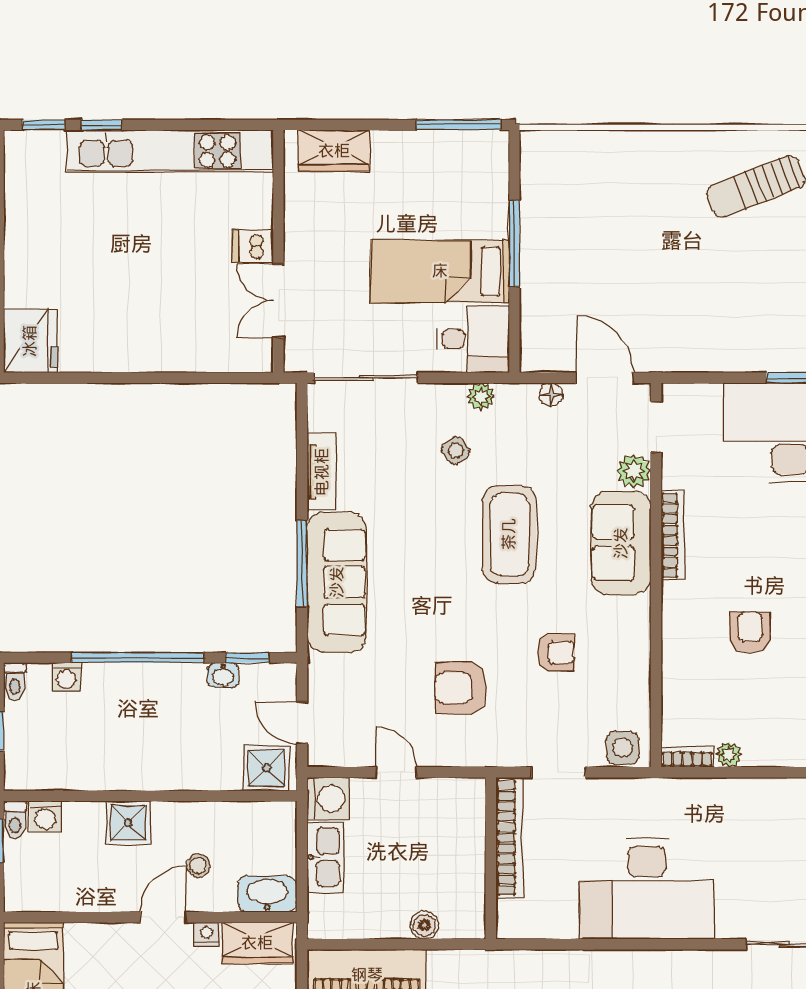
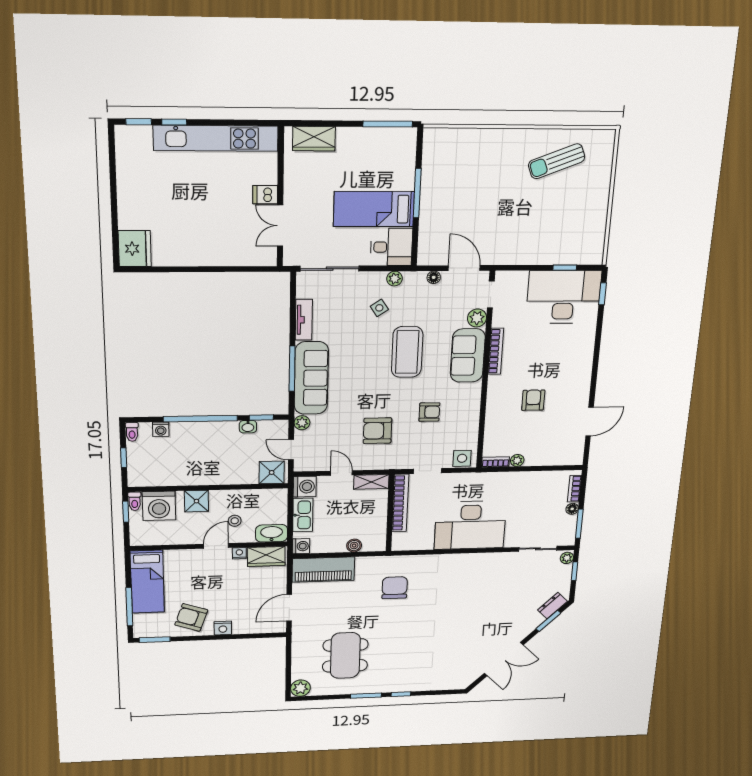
plant: (321, 669) -> (302, 423), added
shelving: (453, 792) -> (371, 482), added
washing machine: (45, 817) -> (159, 506), width x1.89, depth x1.89
washing machine: (323, 923) -> (301, 546), added

